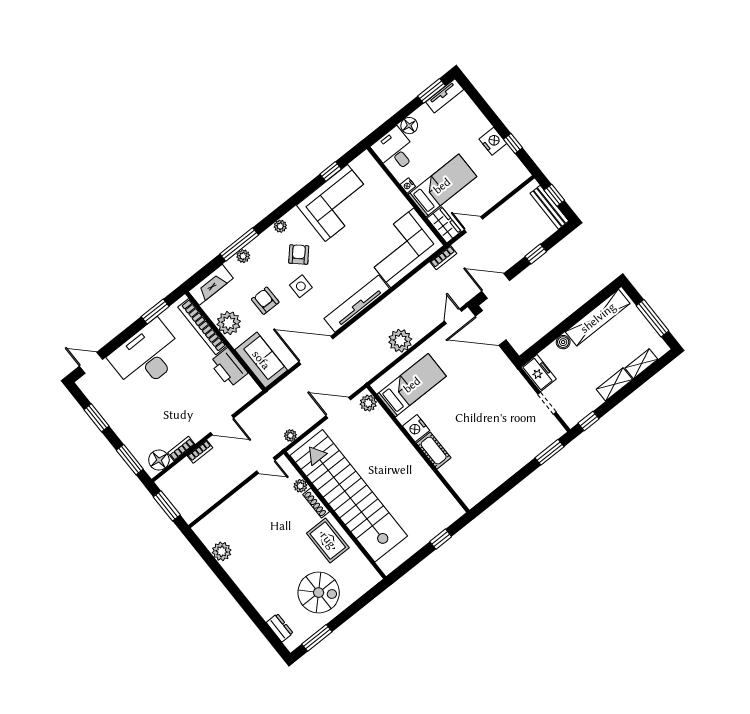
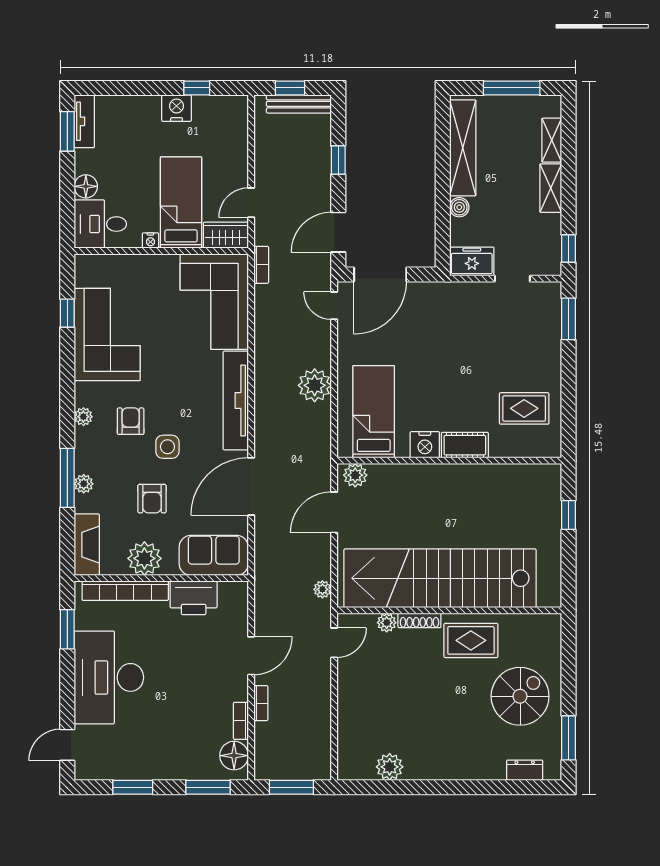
armchair: (299, 254) -> (131, 421), turned 48
armchair: (265, 301) -> (152, 499), turned -90
rug: (480, 467) -> (524, 408), added

